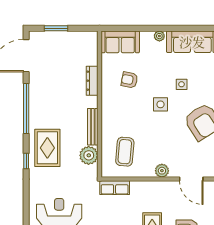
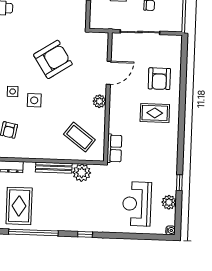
side table: (182, 84) -> (13, 91), moved
rug: (47, 148) -> (19, 206), moved, turned 90
coffee table: (125, 152) -> (79, 137), turned 32

